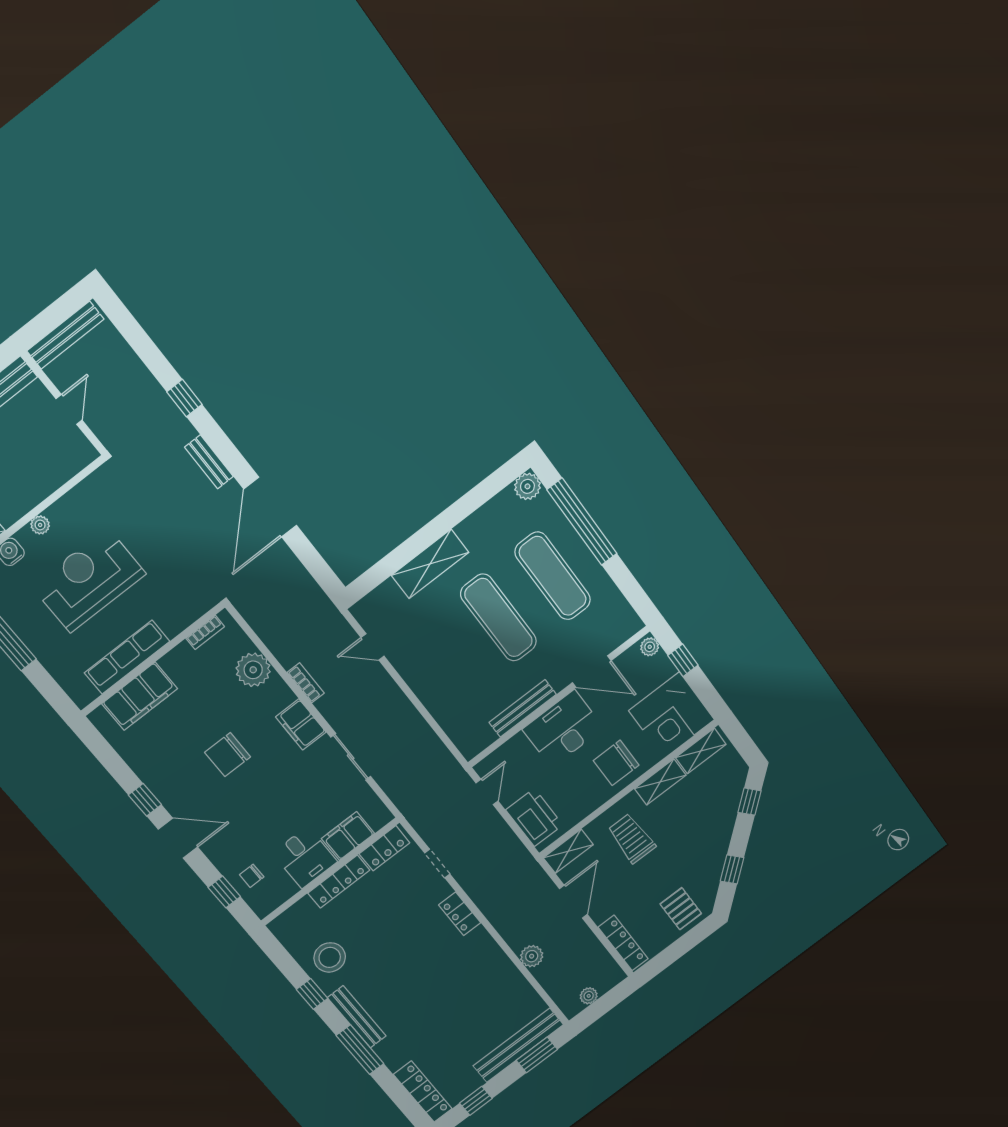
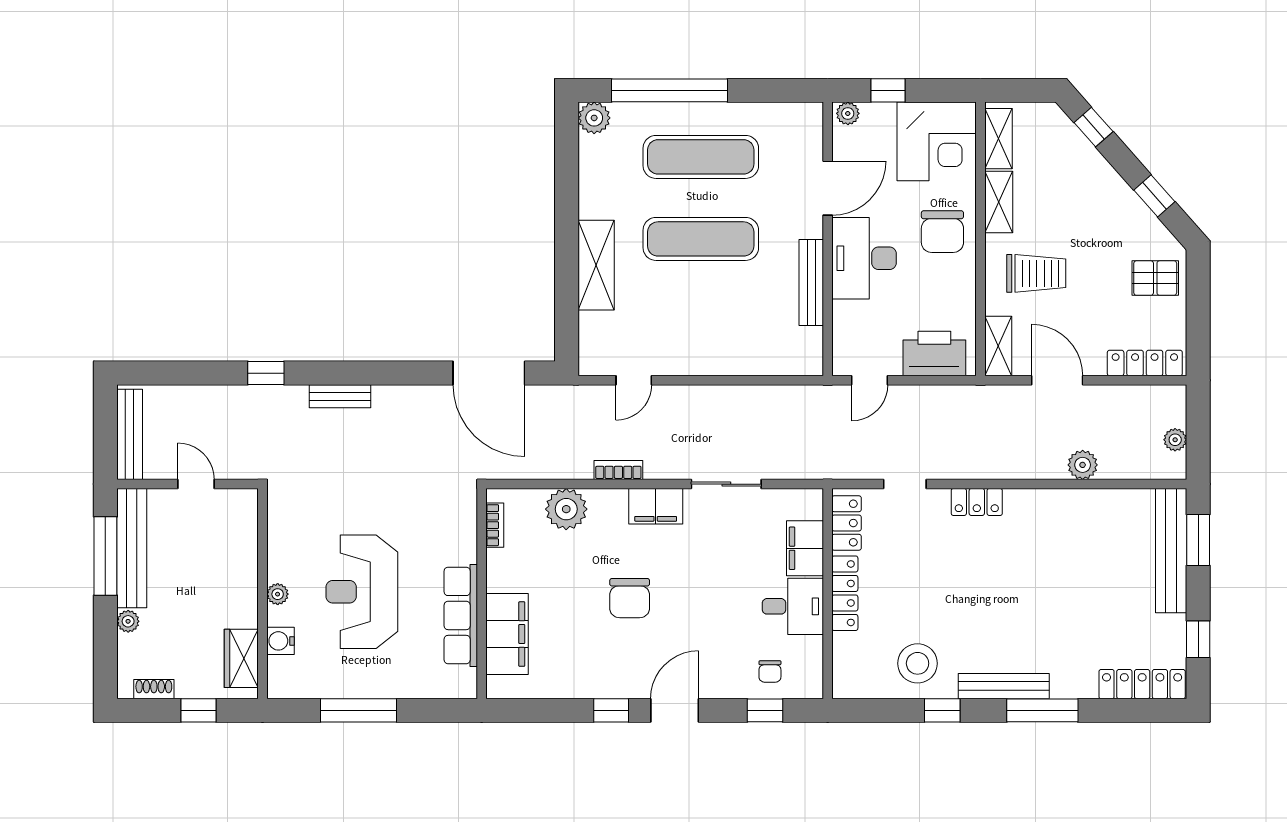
door: (270, 507) -> (489, 373), moved
door: (487, 792) -> (870, 380), swing flipped
trolley: (632, 838) -> (1036, 273), turned 180

